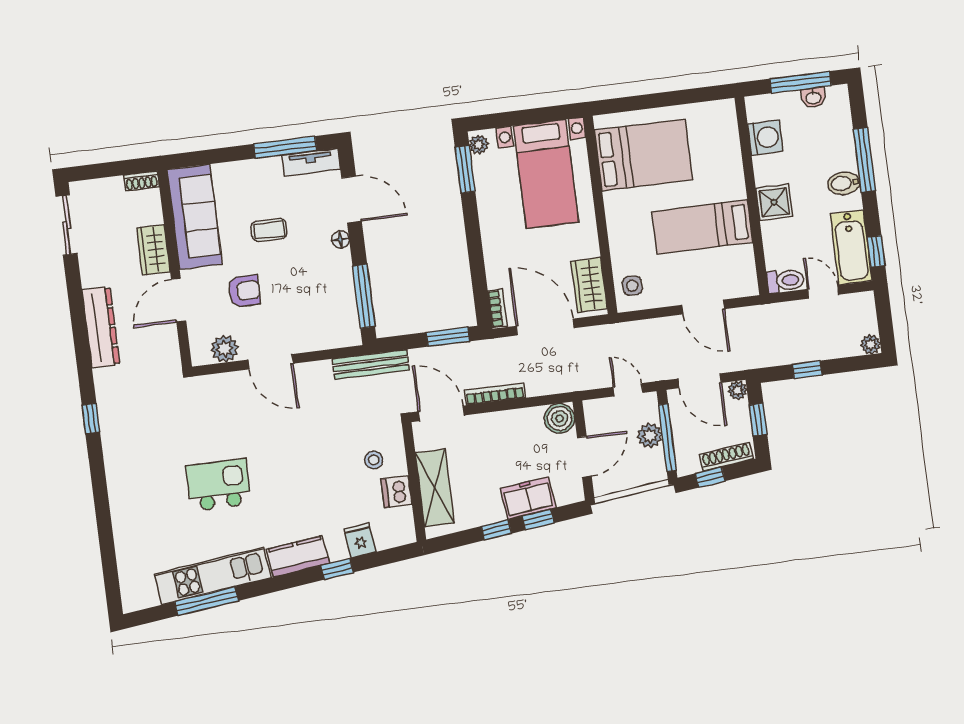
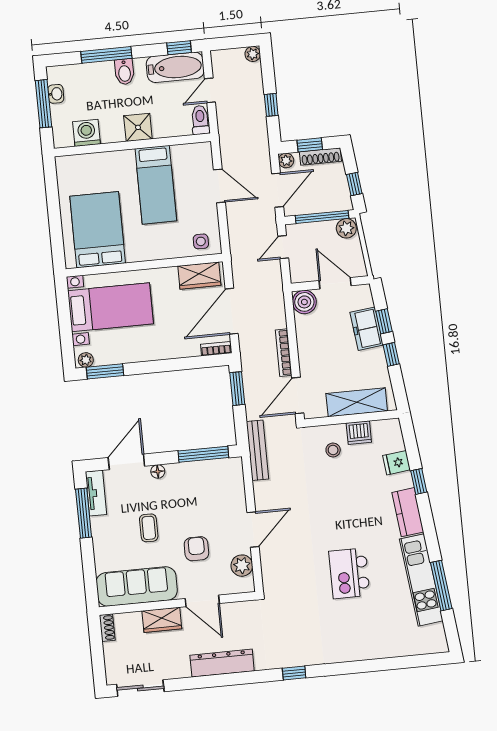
door: (703, 307) -> (219, 186), hinge flipped
plant: (650, 436) -> (346, 228), moved
shoe rack: (726, 457) -> (320, 157), moved, turned -83

